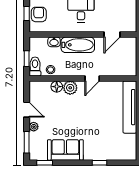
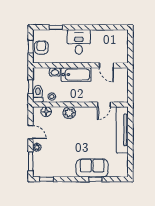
door: (112, 35) -> (106, 65), hinge flipped
door: (92, 78) -> (104, 104), moved
floor lamp: (57, 87) -> (46, 112), moved
sofa: (65, 150) -> (92, 168), moved

